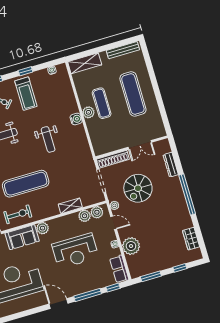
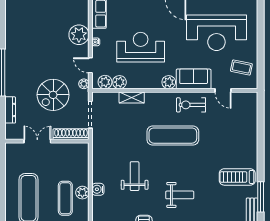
spiral stairs: (138, 188) -> (53, 95), turned 180
wardrobe: (191, 239) -> (12, 24), removed

